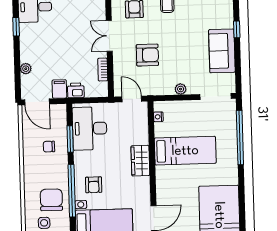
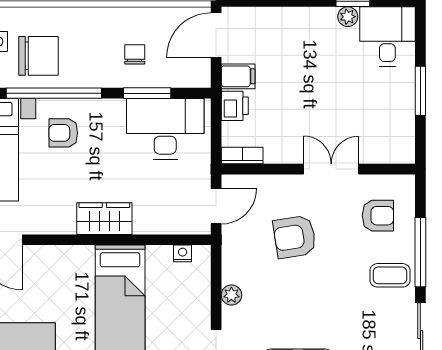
armchair: (147, 55) -> (295, 237), turned 81
plant: (26, 69) -> (348, 17), moved
bookcase: (103, 70) -> (242, 156), moved

